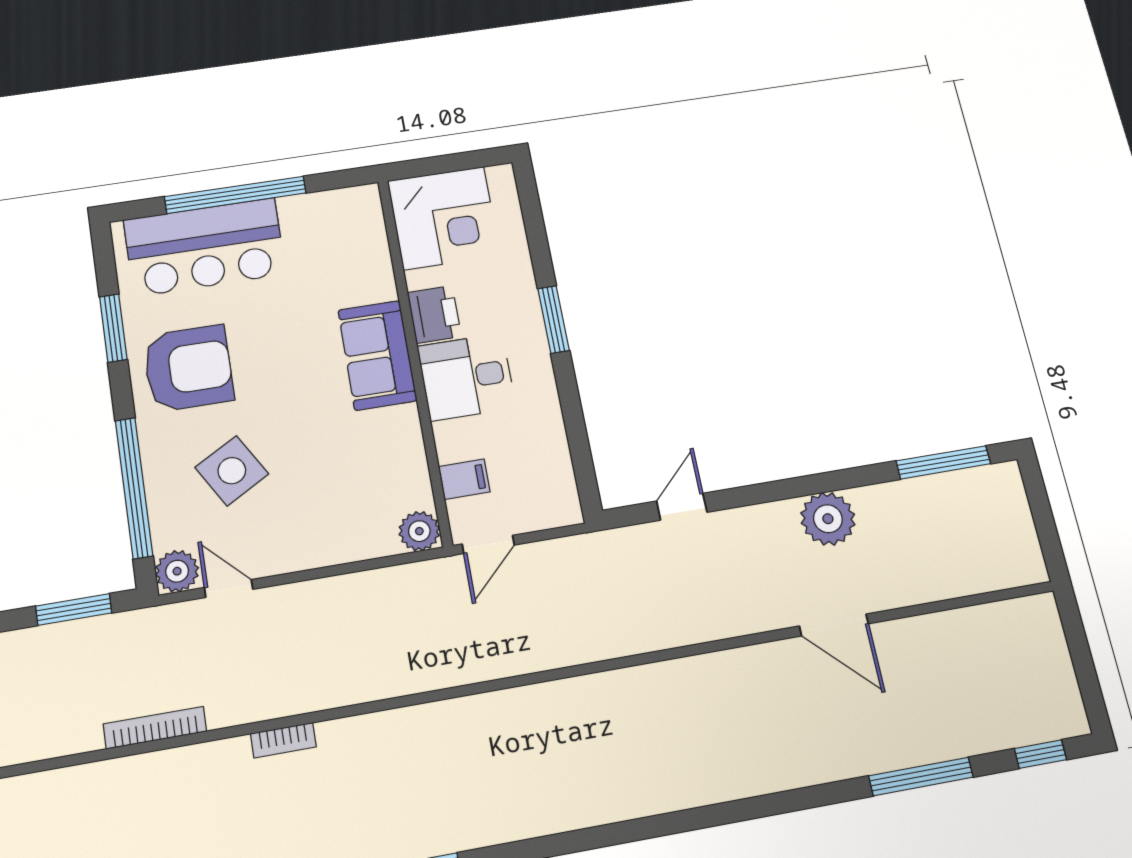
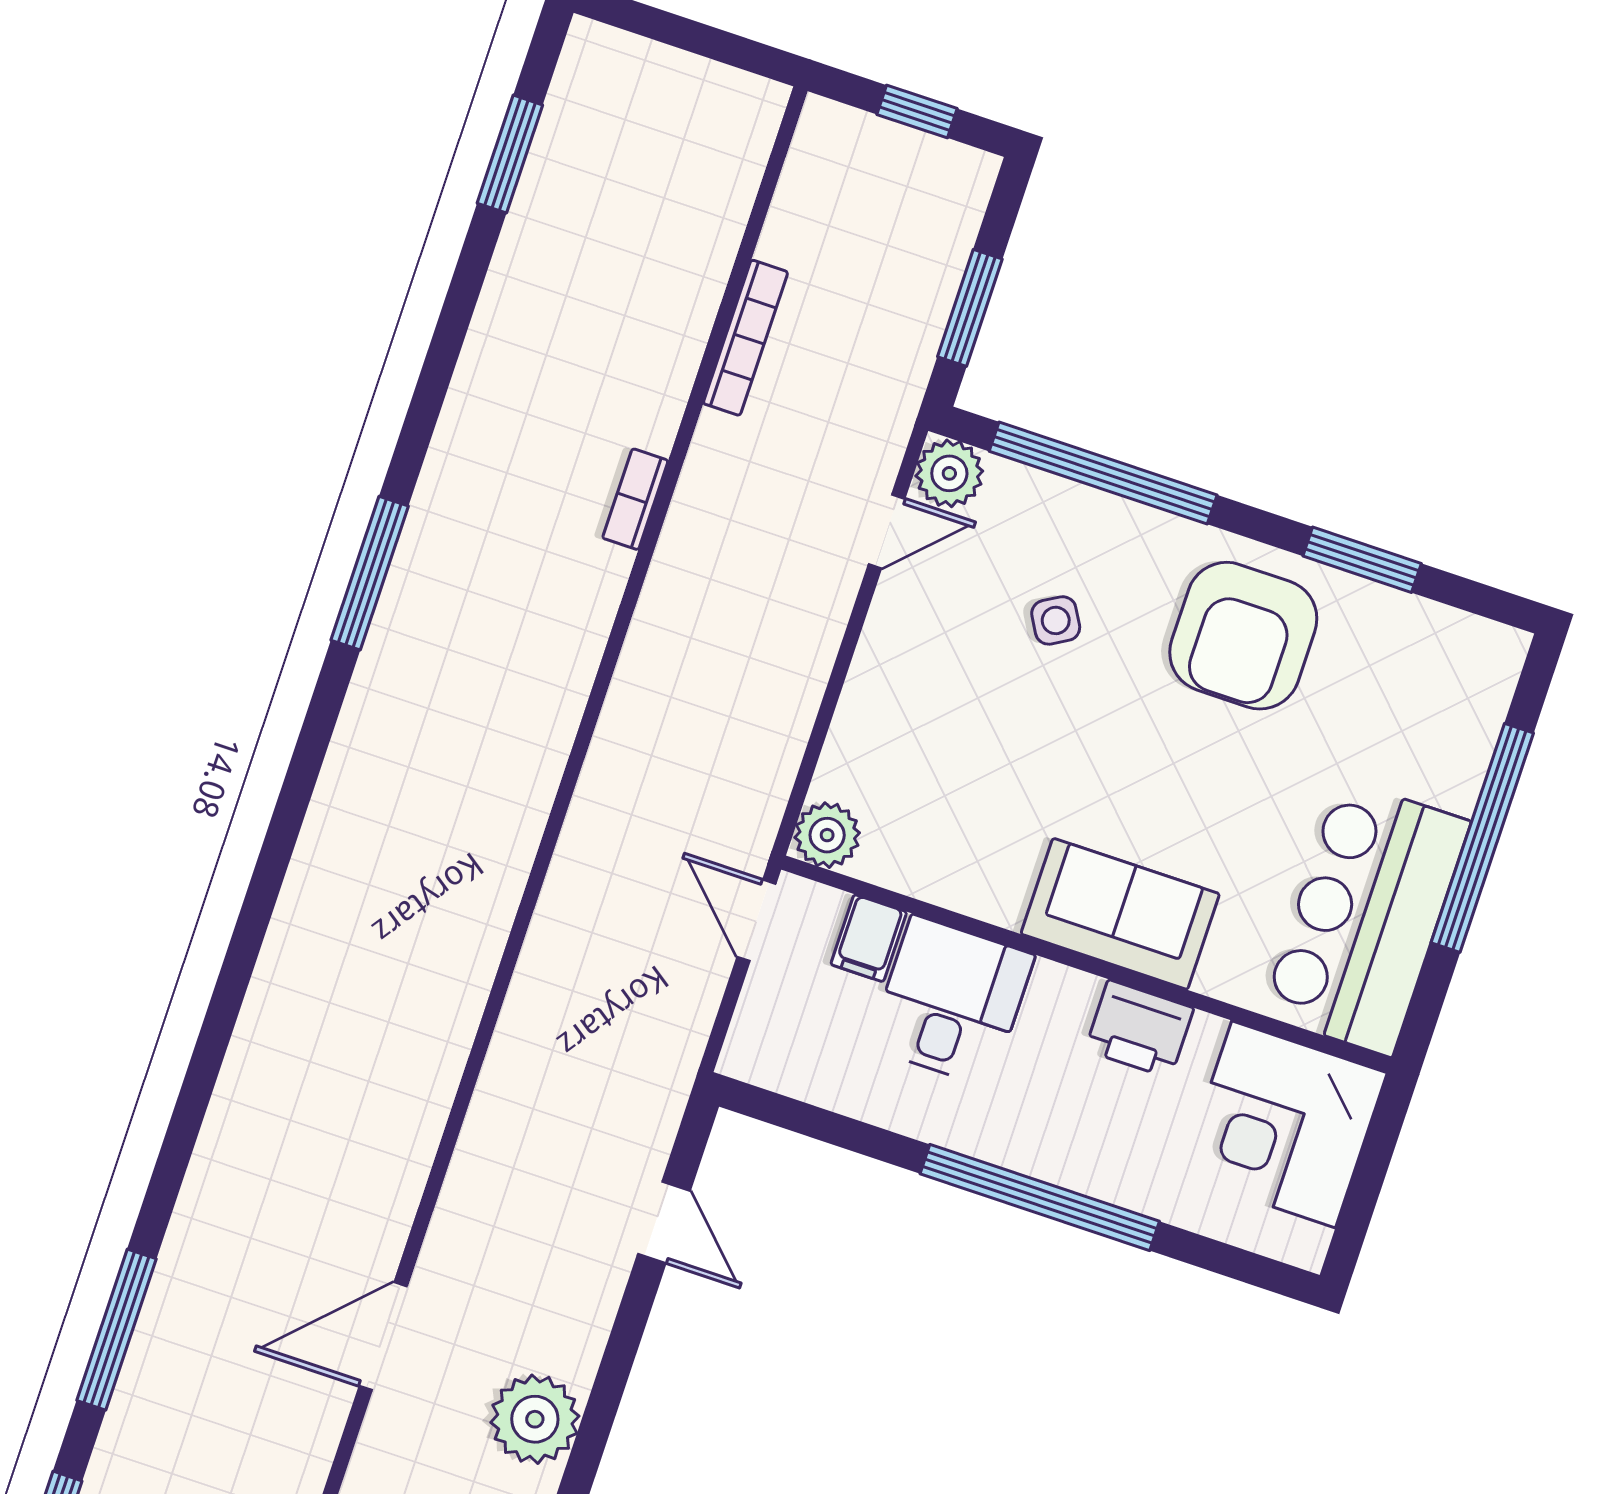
bar counter: (205, 247) -> (1366, 918), moved
window: (554, 319) -> (1040, 1198), width x2.11
desk: (466, 377) -> (951, 1001), moved
side table: (232, 471) -> (1056, 620), width x0.54, depth x0.54

